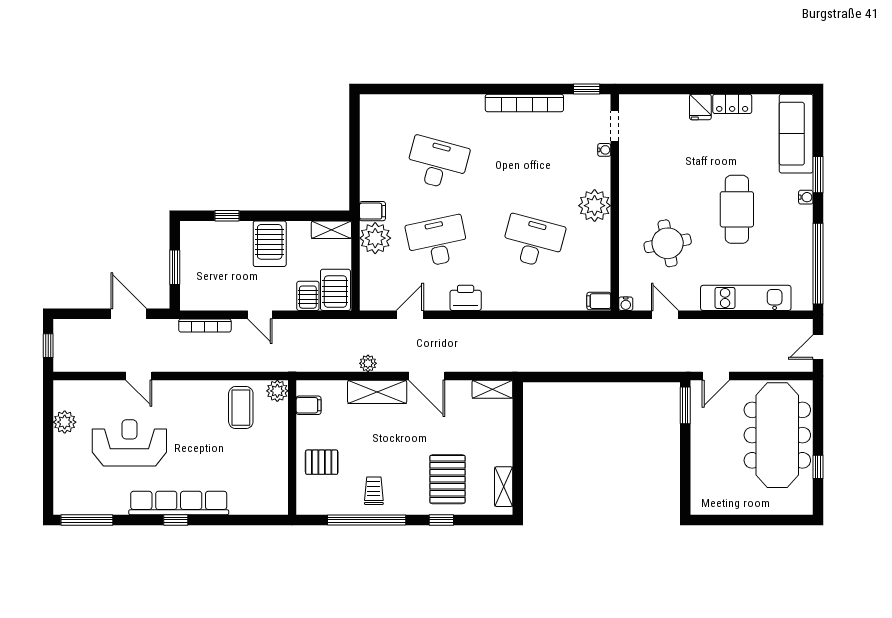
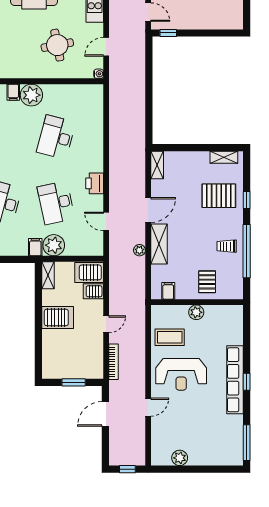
window: (227, 216) -> (38, 347), removed
filing cabinet: (599, 301) -> (13, 92), moved
plant: (277, 391) -> (196, 312), moved
window: (685, 405) -> (168, 33), width x0.67
reception desk: (129, 443) -> (181, 374), moved, turned -90

